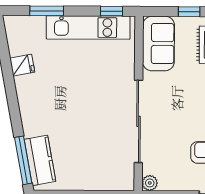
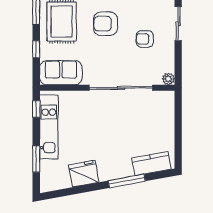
fridge: (22, 65) -> (84, 174), width x1.88, depth x1.34
window: (23, 160) -> (127, 181), moved

